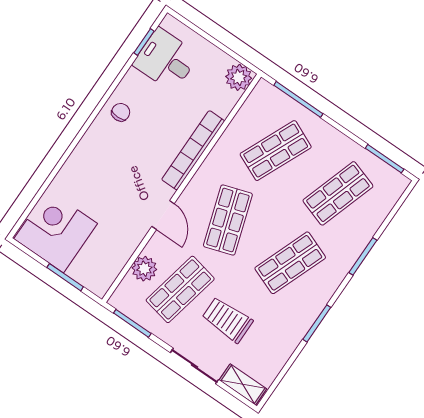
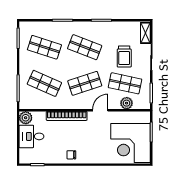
desk: (166, 60) -> (32, 136), moved, turned 90
corner desk: (56, 231) -> (131, 143), width x1.36, depth x1.36

